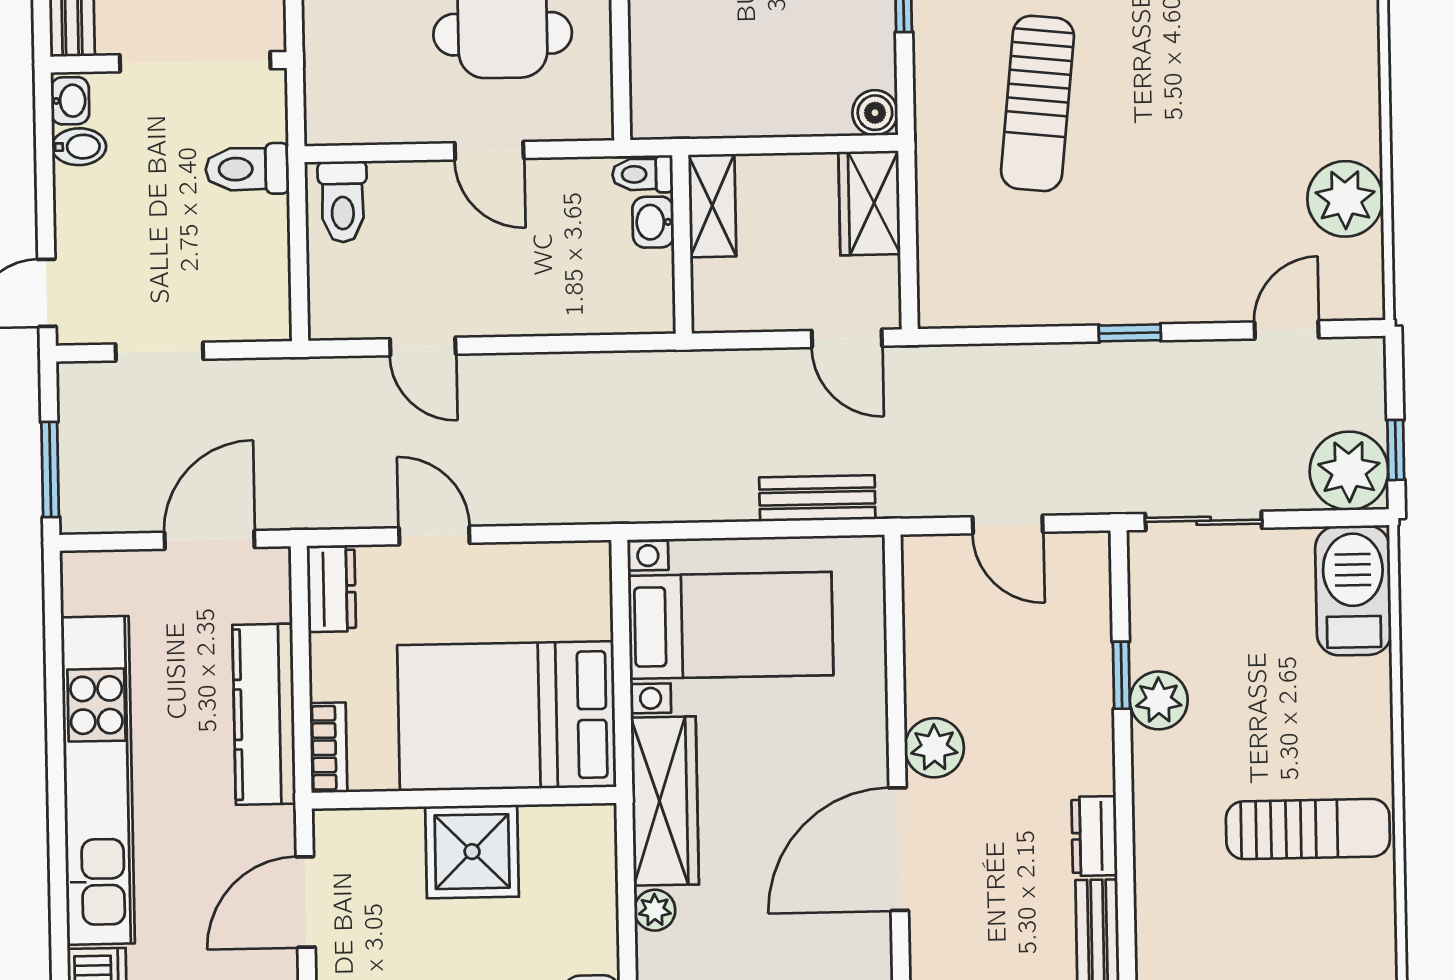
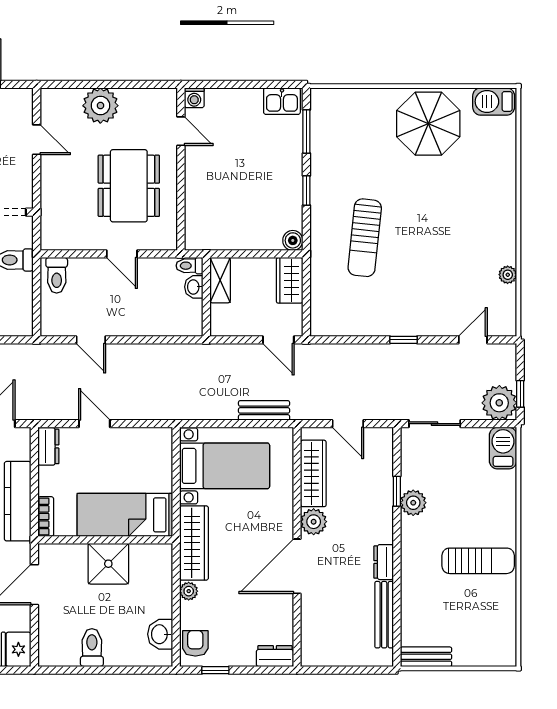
plant: (1345, 199) -> (508, 275), width x0.53, depth x0.53
barbecue: (1353, 590) -> (503, 448), width x0.73, depth x0.83
wardrobe: (932, 639) -> (313, 473), added
bed: (507, 716) -> (125, 515), width x0.67

